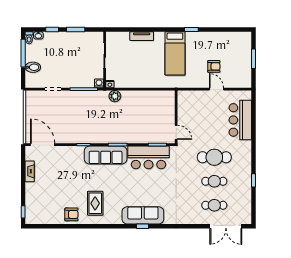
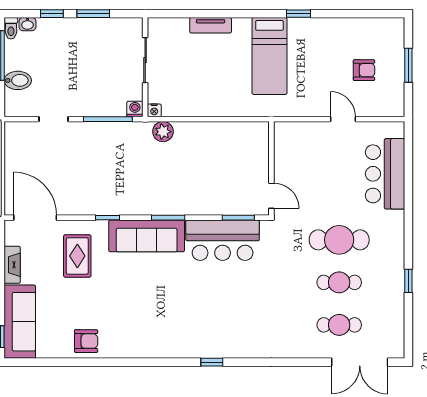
armchair: (214, 66) -> (364, 70), moved
rug: (95, 203) -> (77, 256), moved
sofa: (143, 215) -> (20, 322), moved, turned 90

